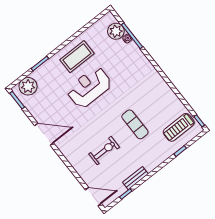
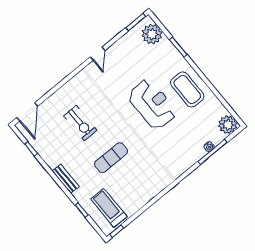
plant: (116, 31) -> (228, 125), moved
door: (44, 134) -> (97, 54), width x0.53
bench: (135, 178) -> (66, 179), moved

